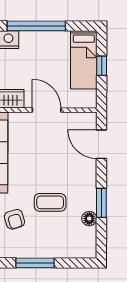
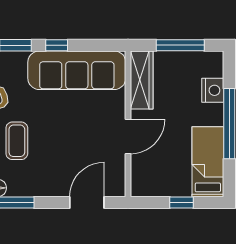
bed: (84, 60) -> (208, 162), moved, turned 90

